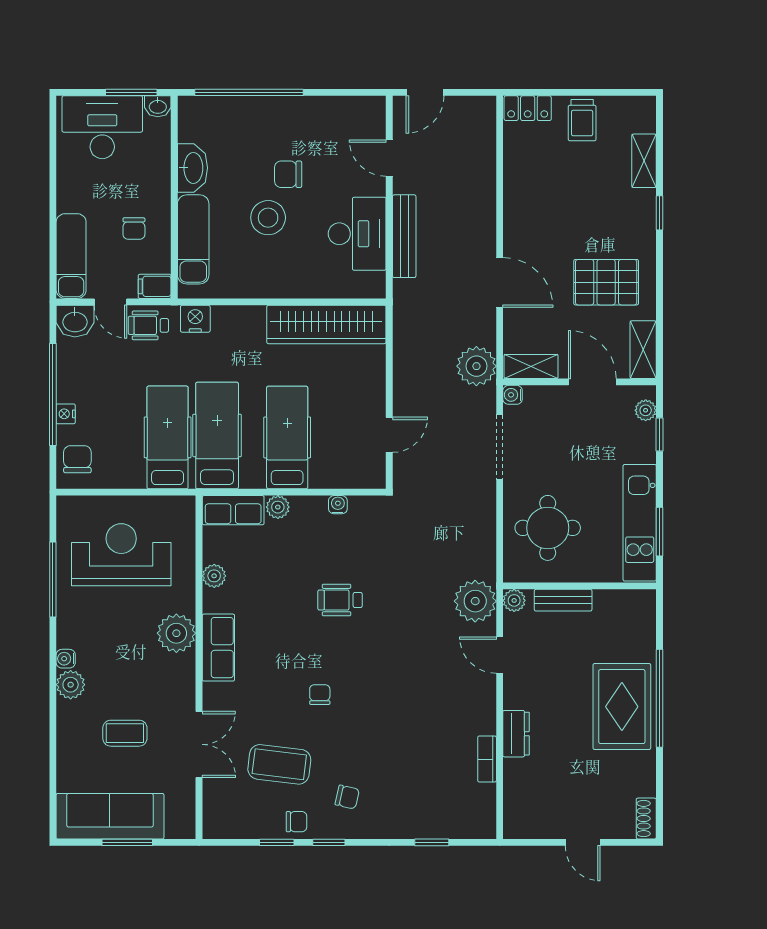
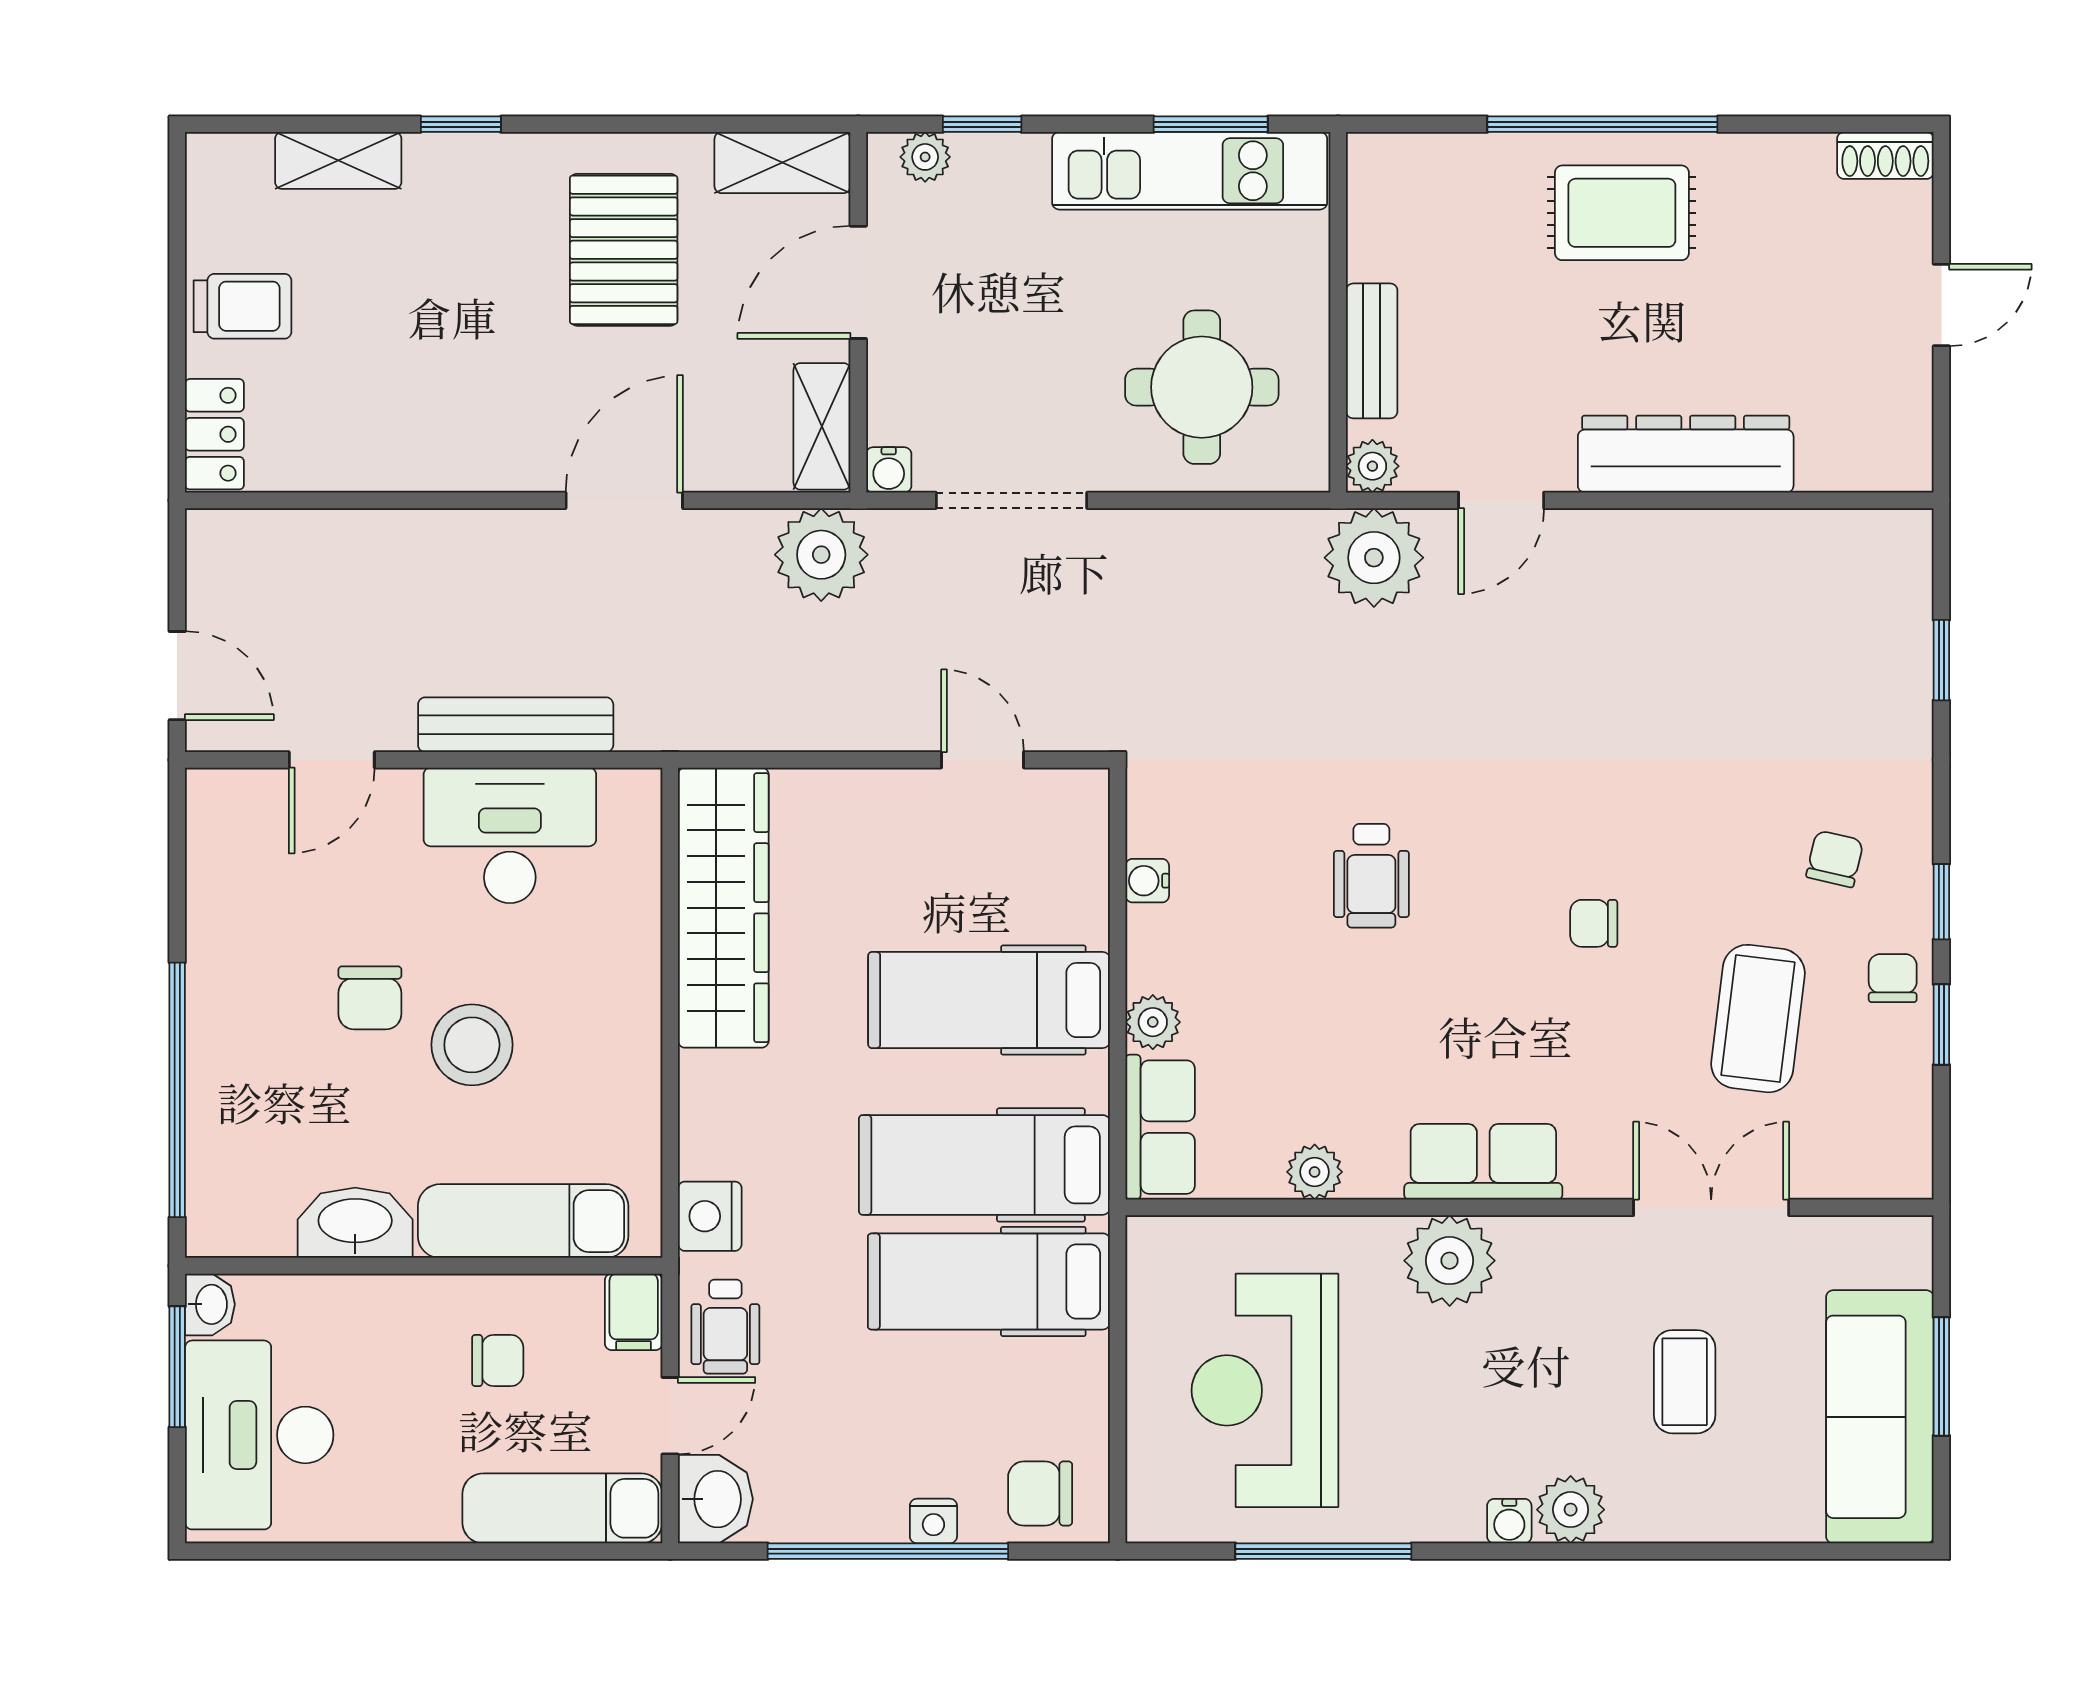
rug: (622, 707) -> (1622, 213), width x0.73, depth x0.70
dresser: (516, 734) -> (1686, 454), width x1.96, depth x1.24
bookcase: (487, 759) -> (1745, 530), removed

